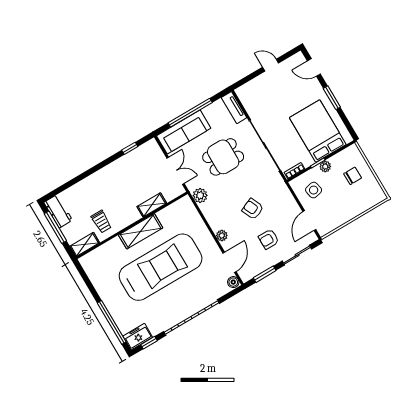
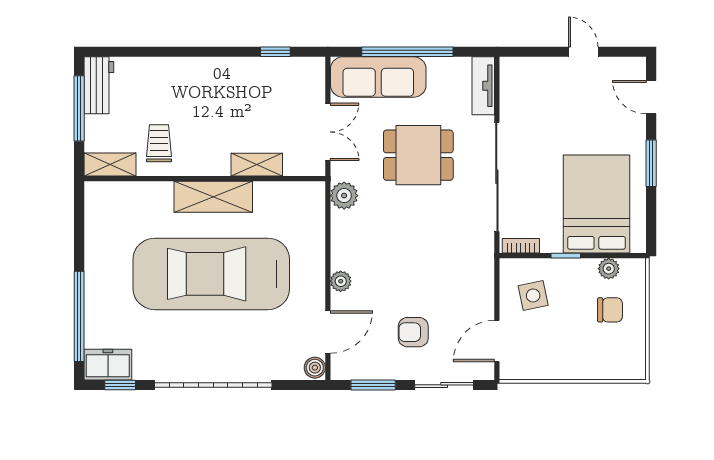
plant: (325, 167) -> (609, 269), moved
armchair: (253, 209) -> (416, 268), removed
trolley: (101, 222) -> (159, 143), turned 180
car: (161, 267) -> (211, 274), turned 180

